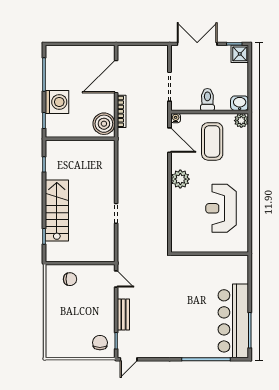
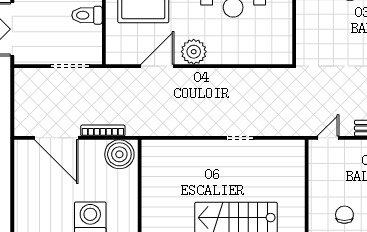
water cooler: (176, 118) -> (112, 58), removed
door: (170, 140) -> (157, 66), moved
chair: (70, 279) -> (344, 215), moved

